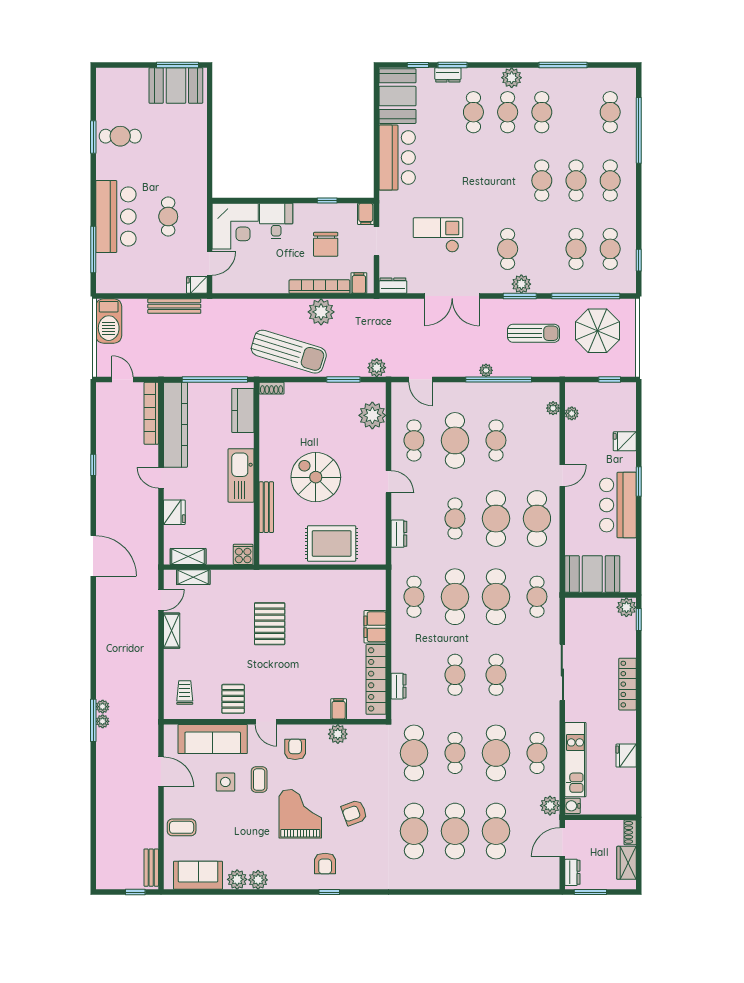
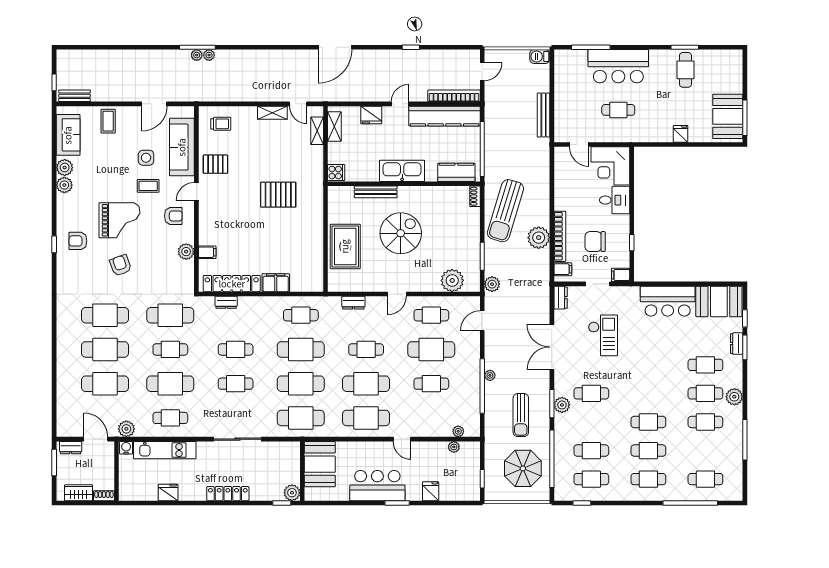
fridge: (197, 285) -> (680, 134), moved
barbecue: (109, 321) -> (540, 57), width x0.53, depth x0.65
cafe table: (537, 597) -> (301, 418), width x1.37, depth x1.35

